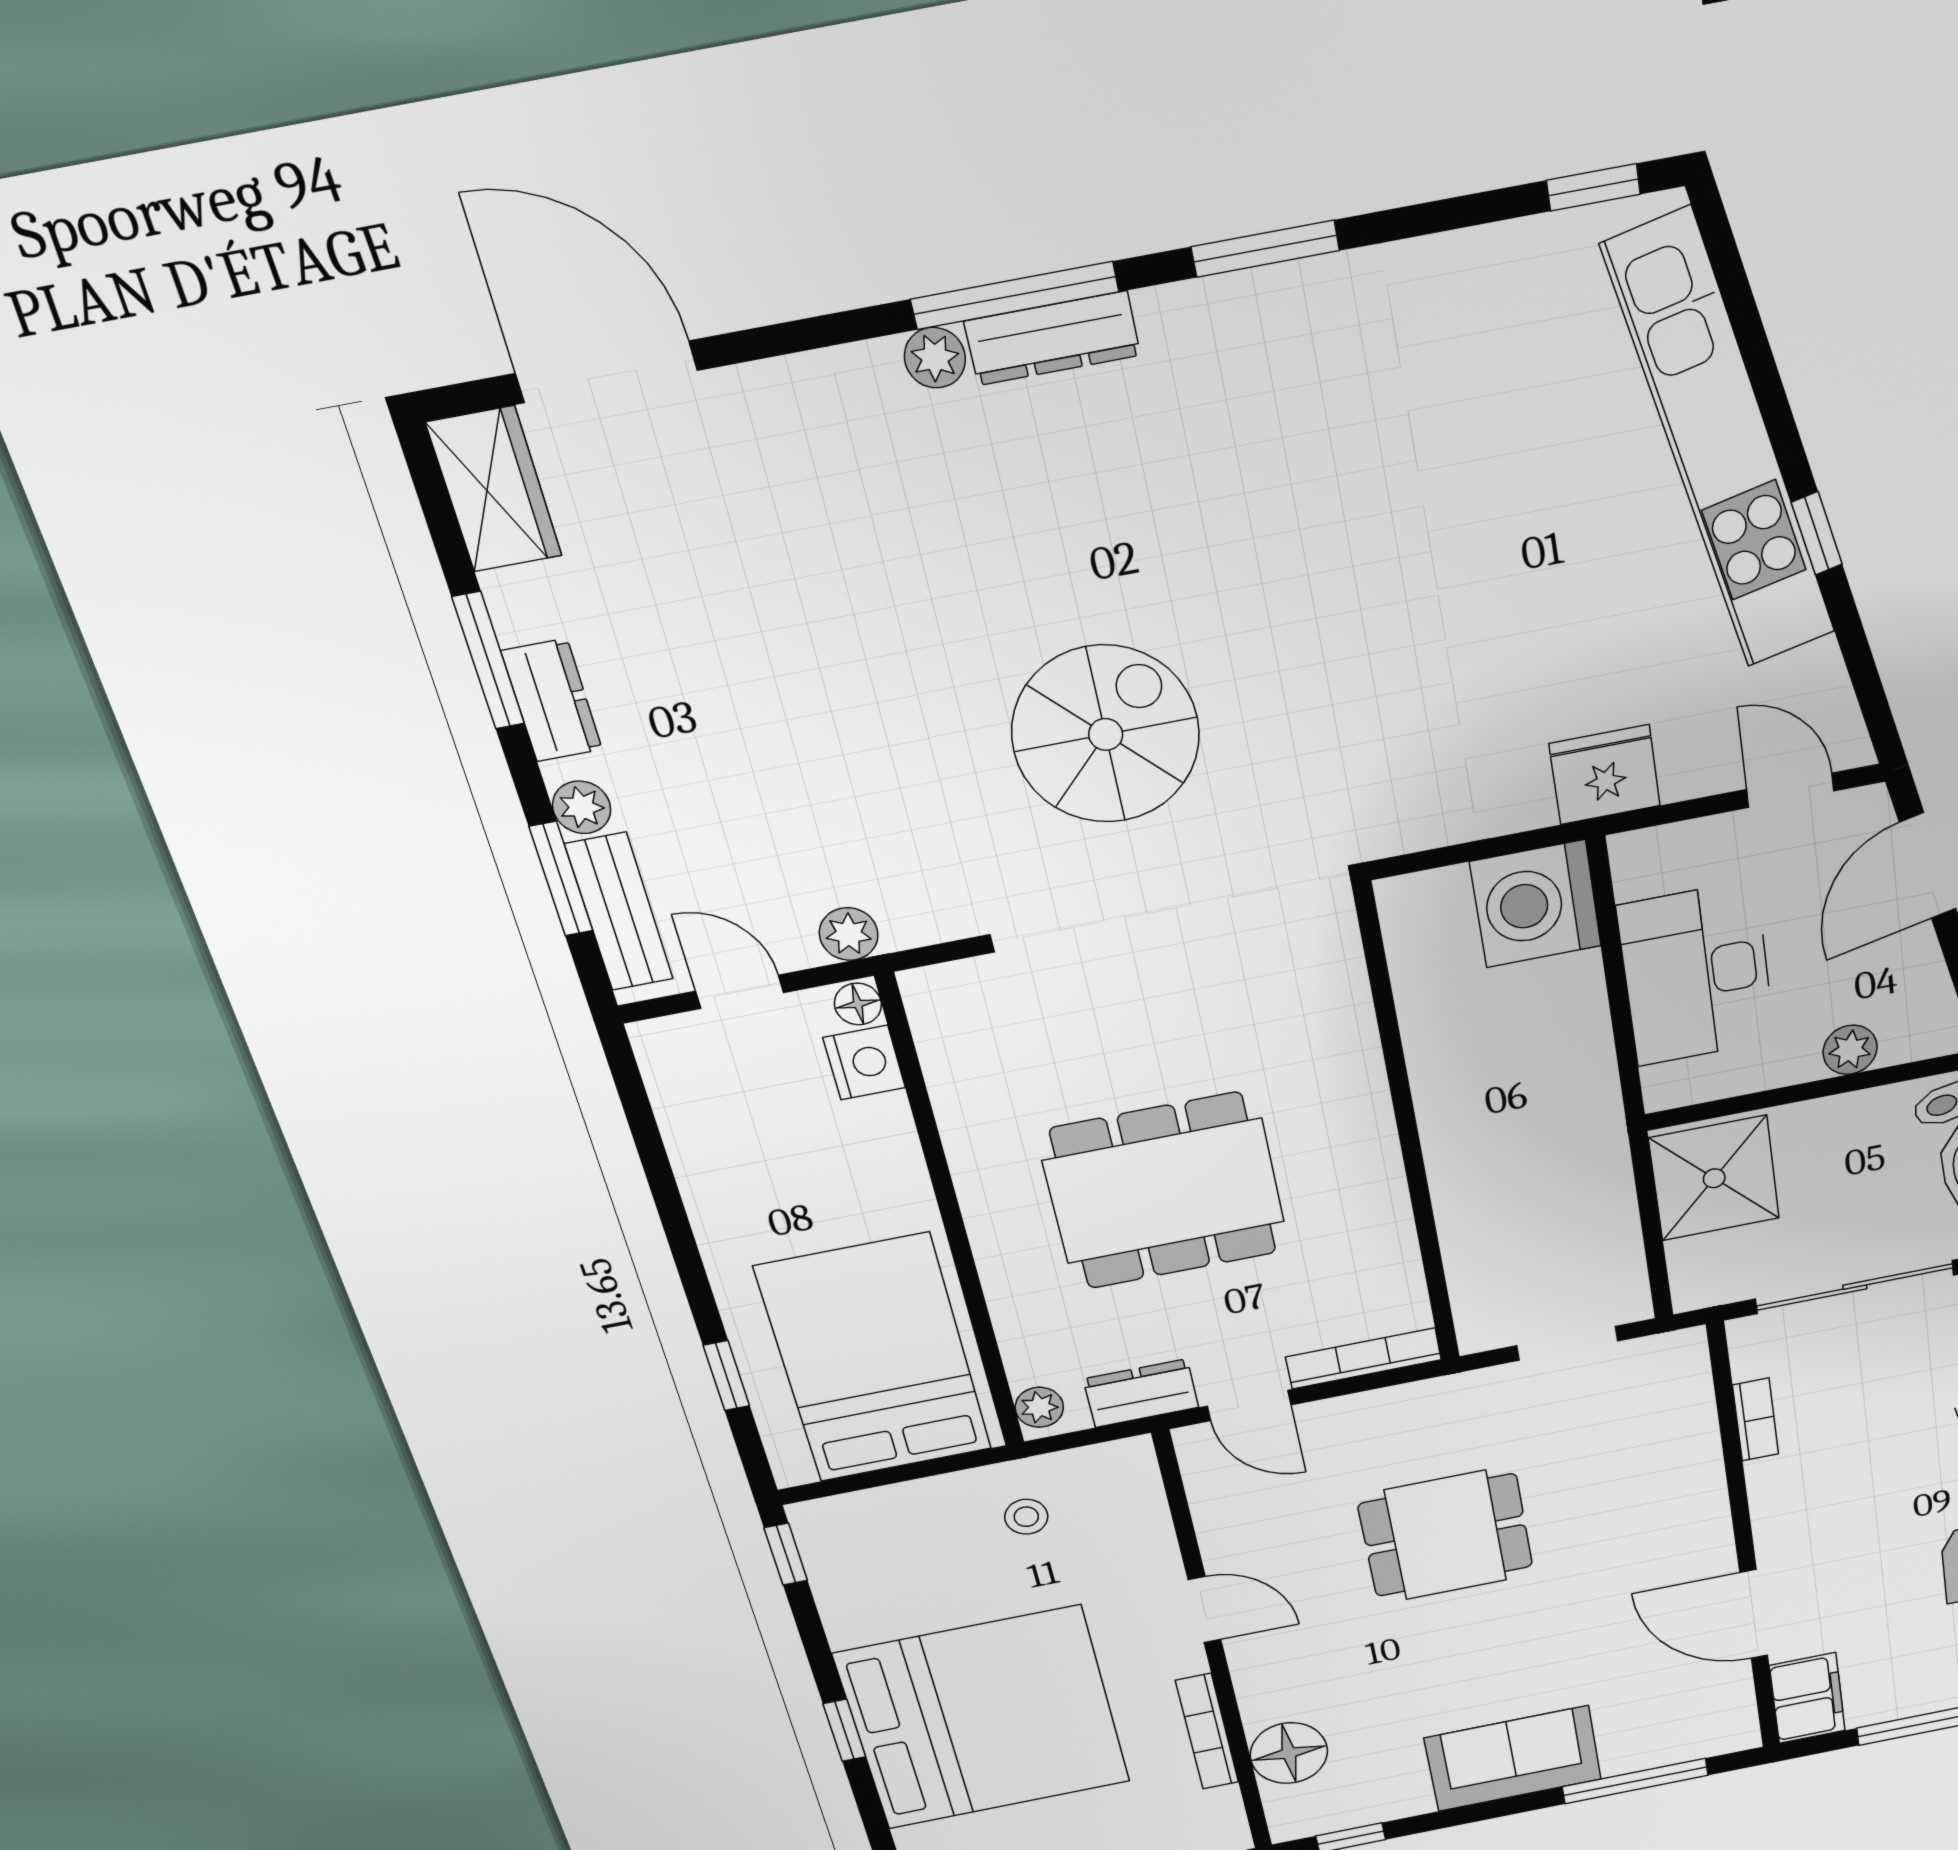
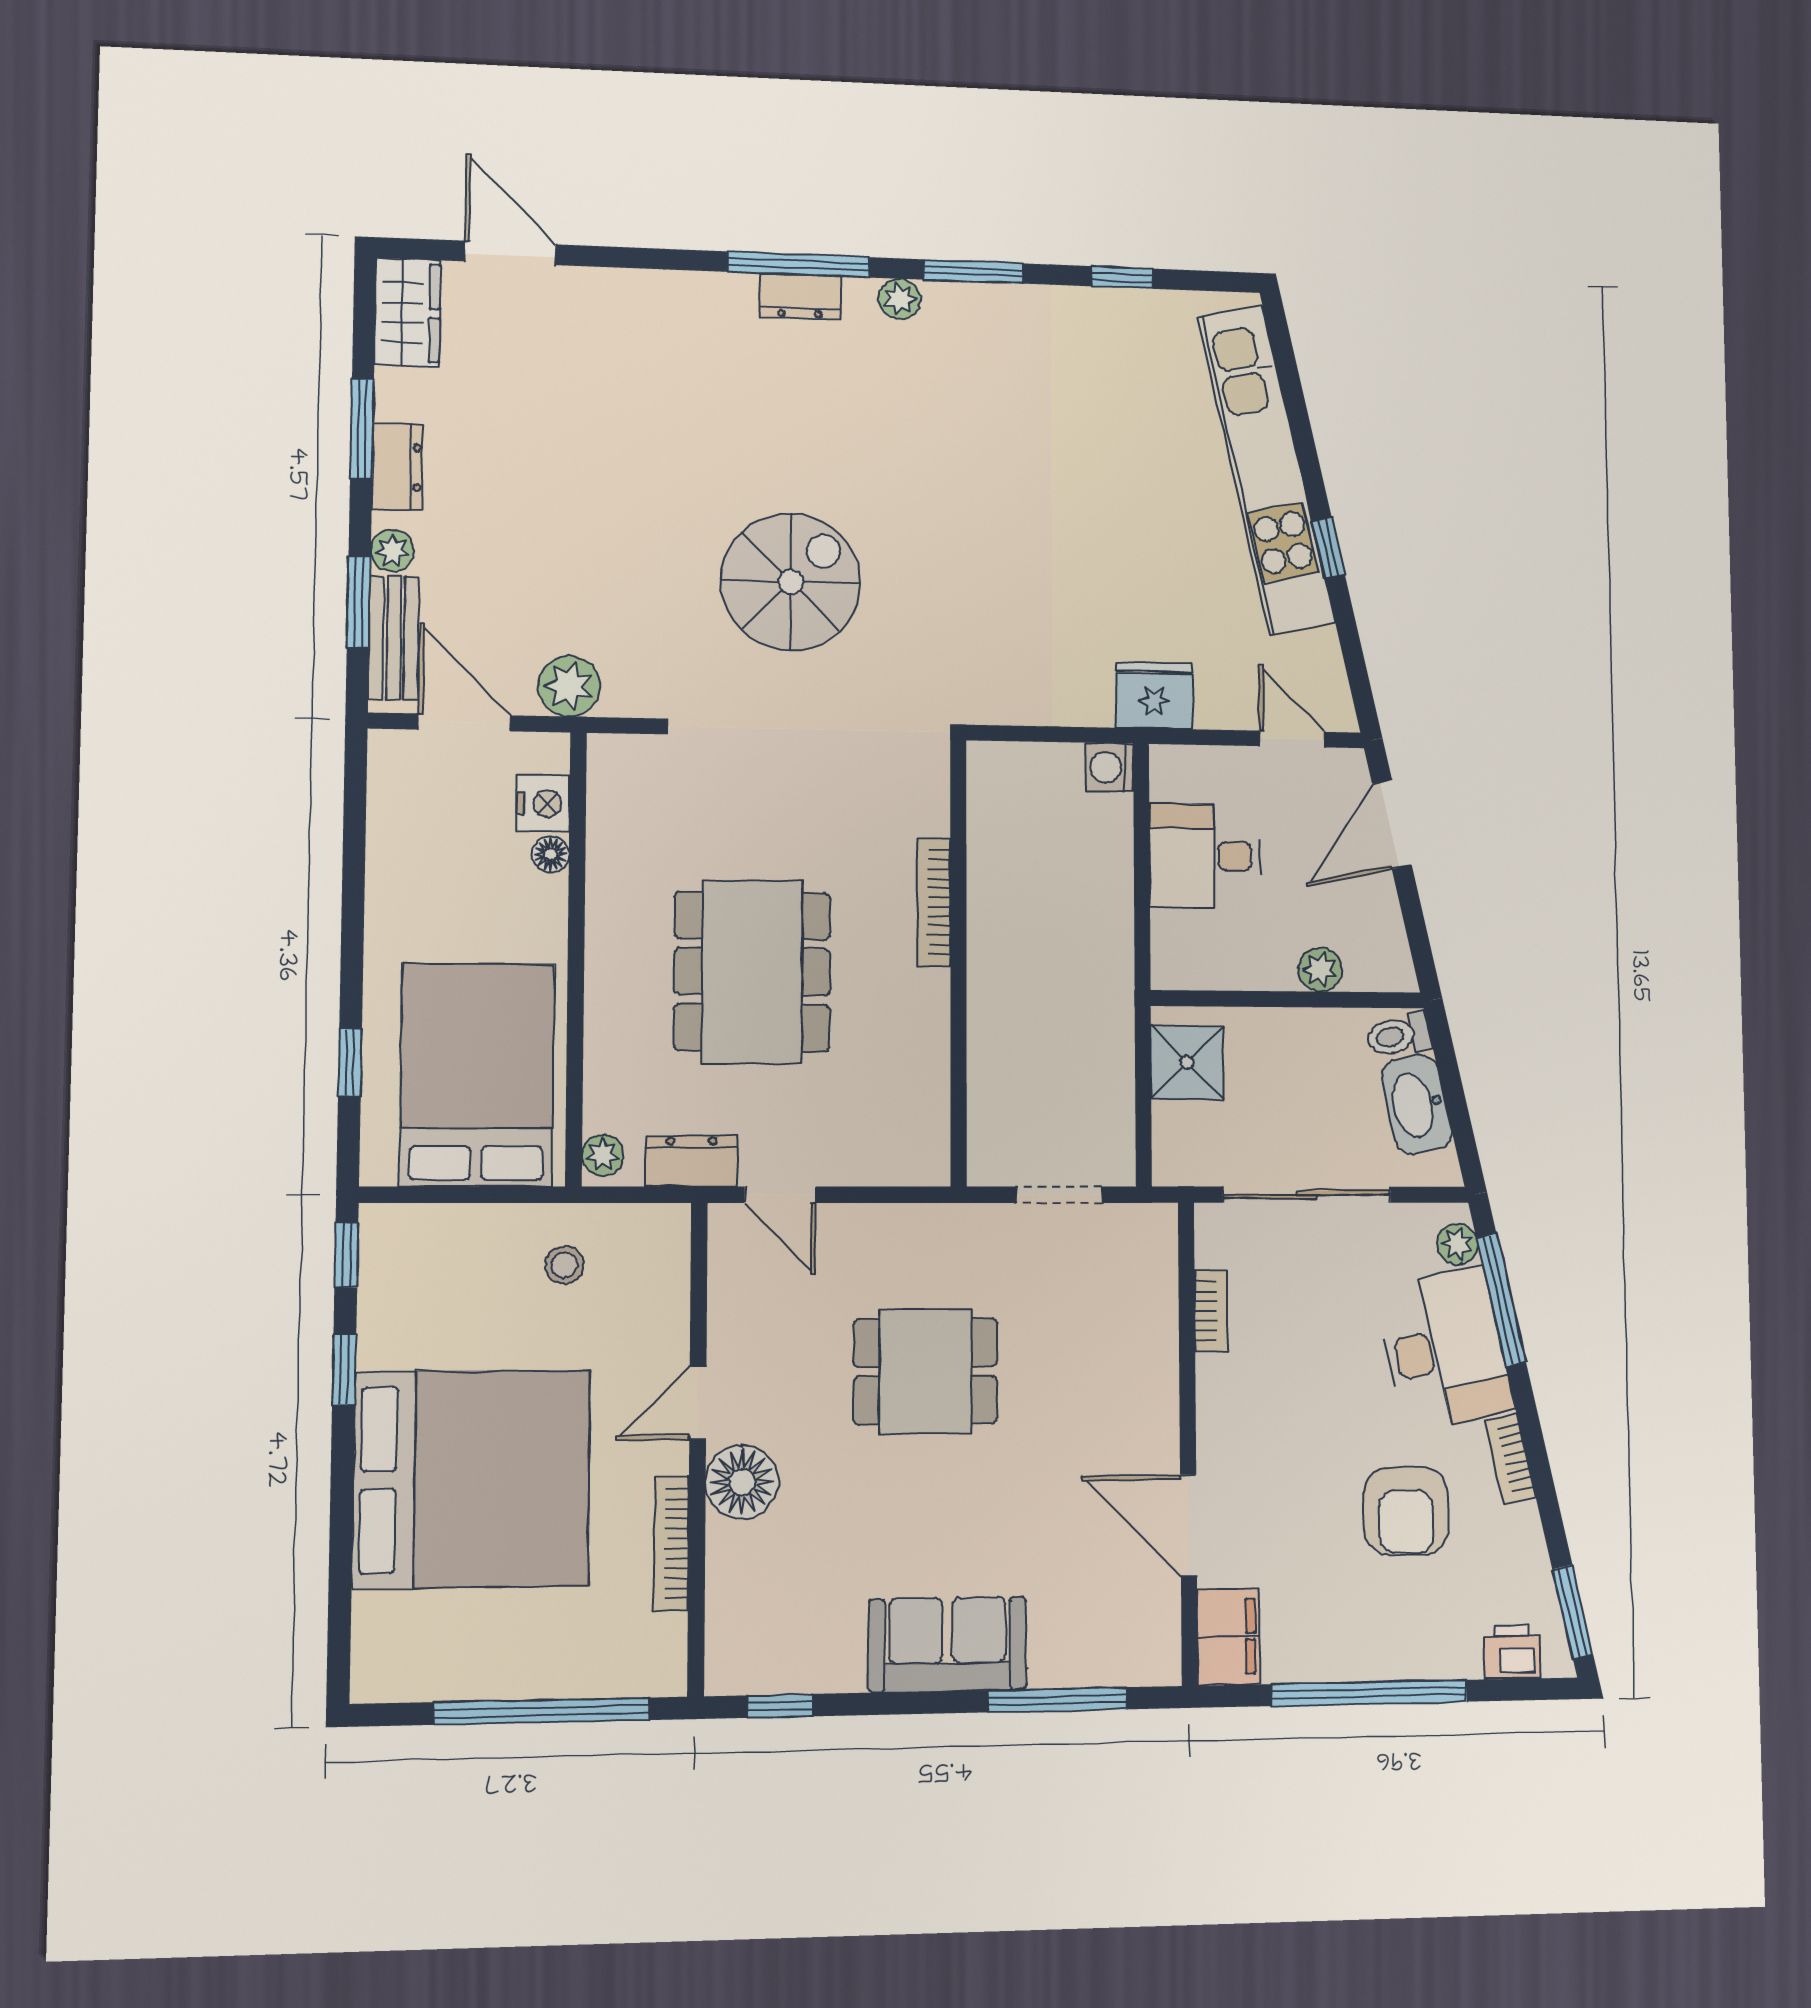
window: (1593, 187) -> (1122, 277), moved
dresser: (1053, 338) -> (800, 297), width x0.70
plant: (935, 358) -> (900, 299), moved
door: (607, 372) -> (510, 253), width x0.73
washing machine: (1536, 904) -> (1109, 767), width x0.53, depth x0.53
plant: (849, 934) -> (569, 686), width x1.38, depth x1.38
desk: (1696, 974) -> (1205, 856), width x0.73
door: (740, 992) -> (464, 722), width x1.38
floor lamp: (858, 1004) -> (551, 854), moved
shower: (1714, 1178) -> (1187, 1062), width x0.73, depth x0.73
dining table: (1164, 1191) -> (752, 972), turned 90
bookcase: (1364, 1358) -> (934, 902), moved, turned -90
door: (1205, 1610) -> (698, 1403), swing flipped
window: (844, 1730) -> (344, 1369), moved
floor lamp: (1289, 1753) -> (742, 1482), moved

